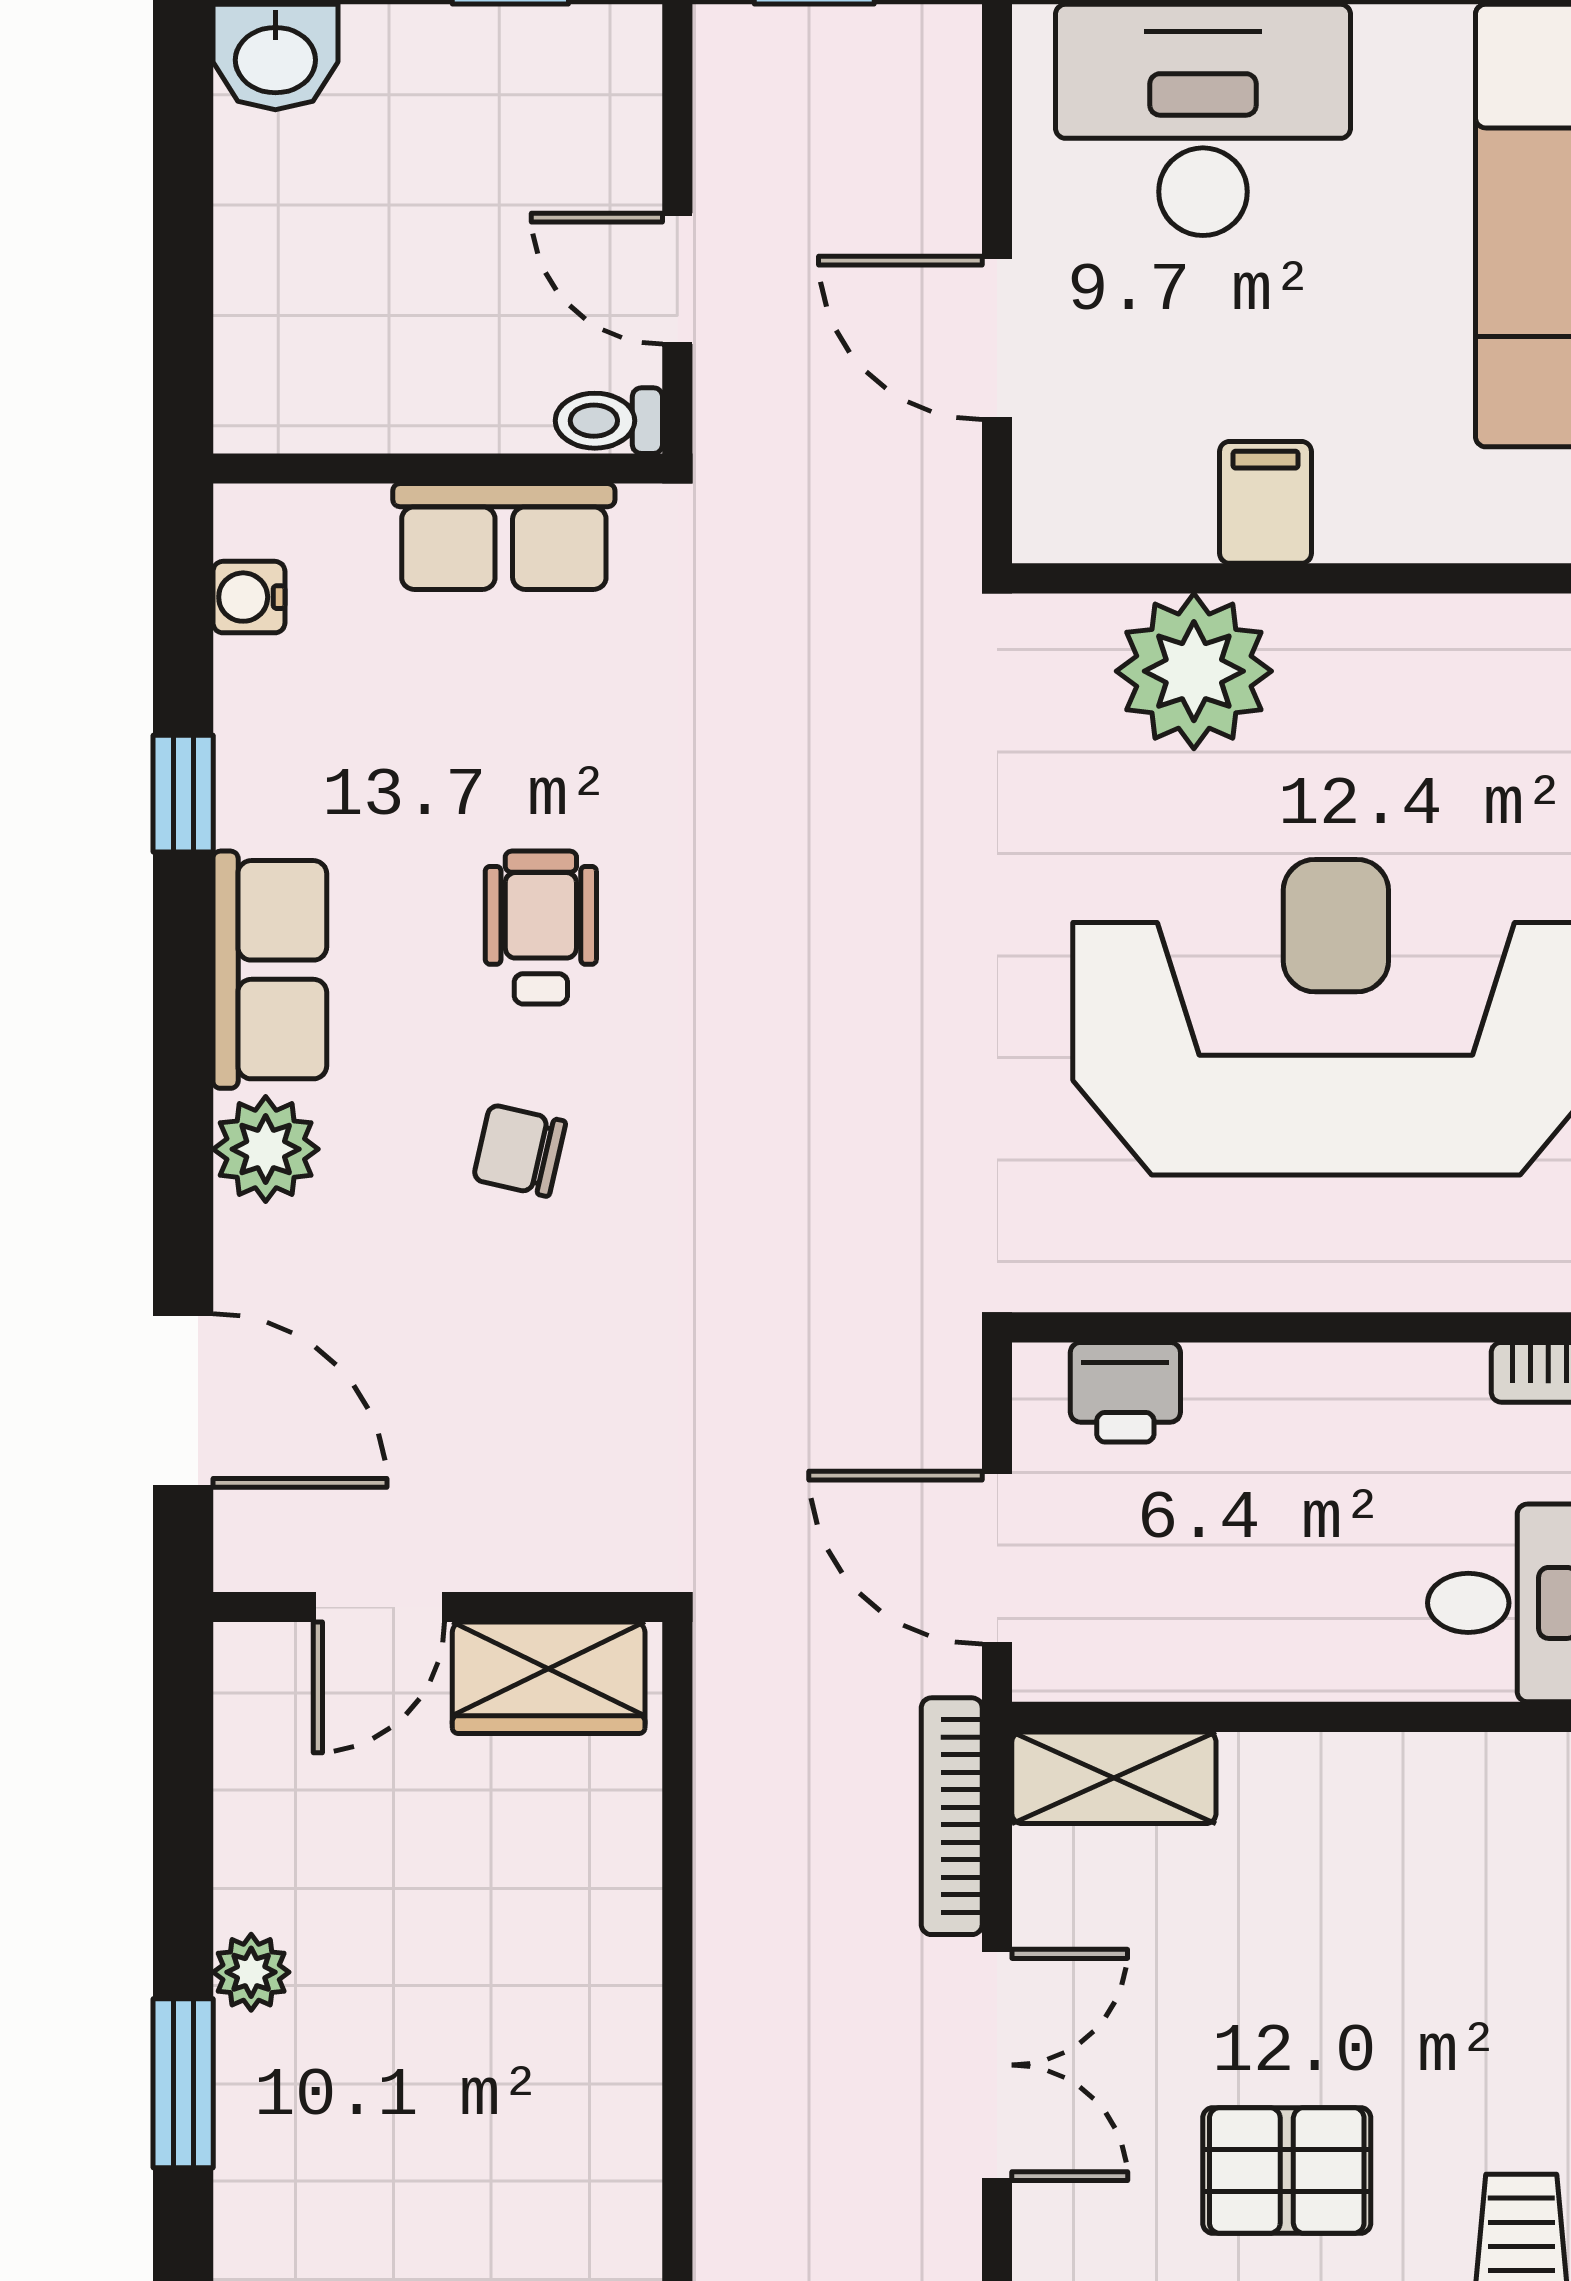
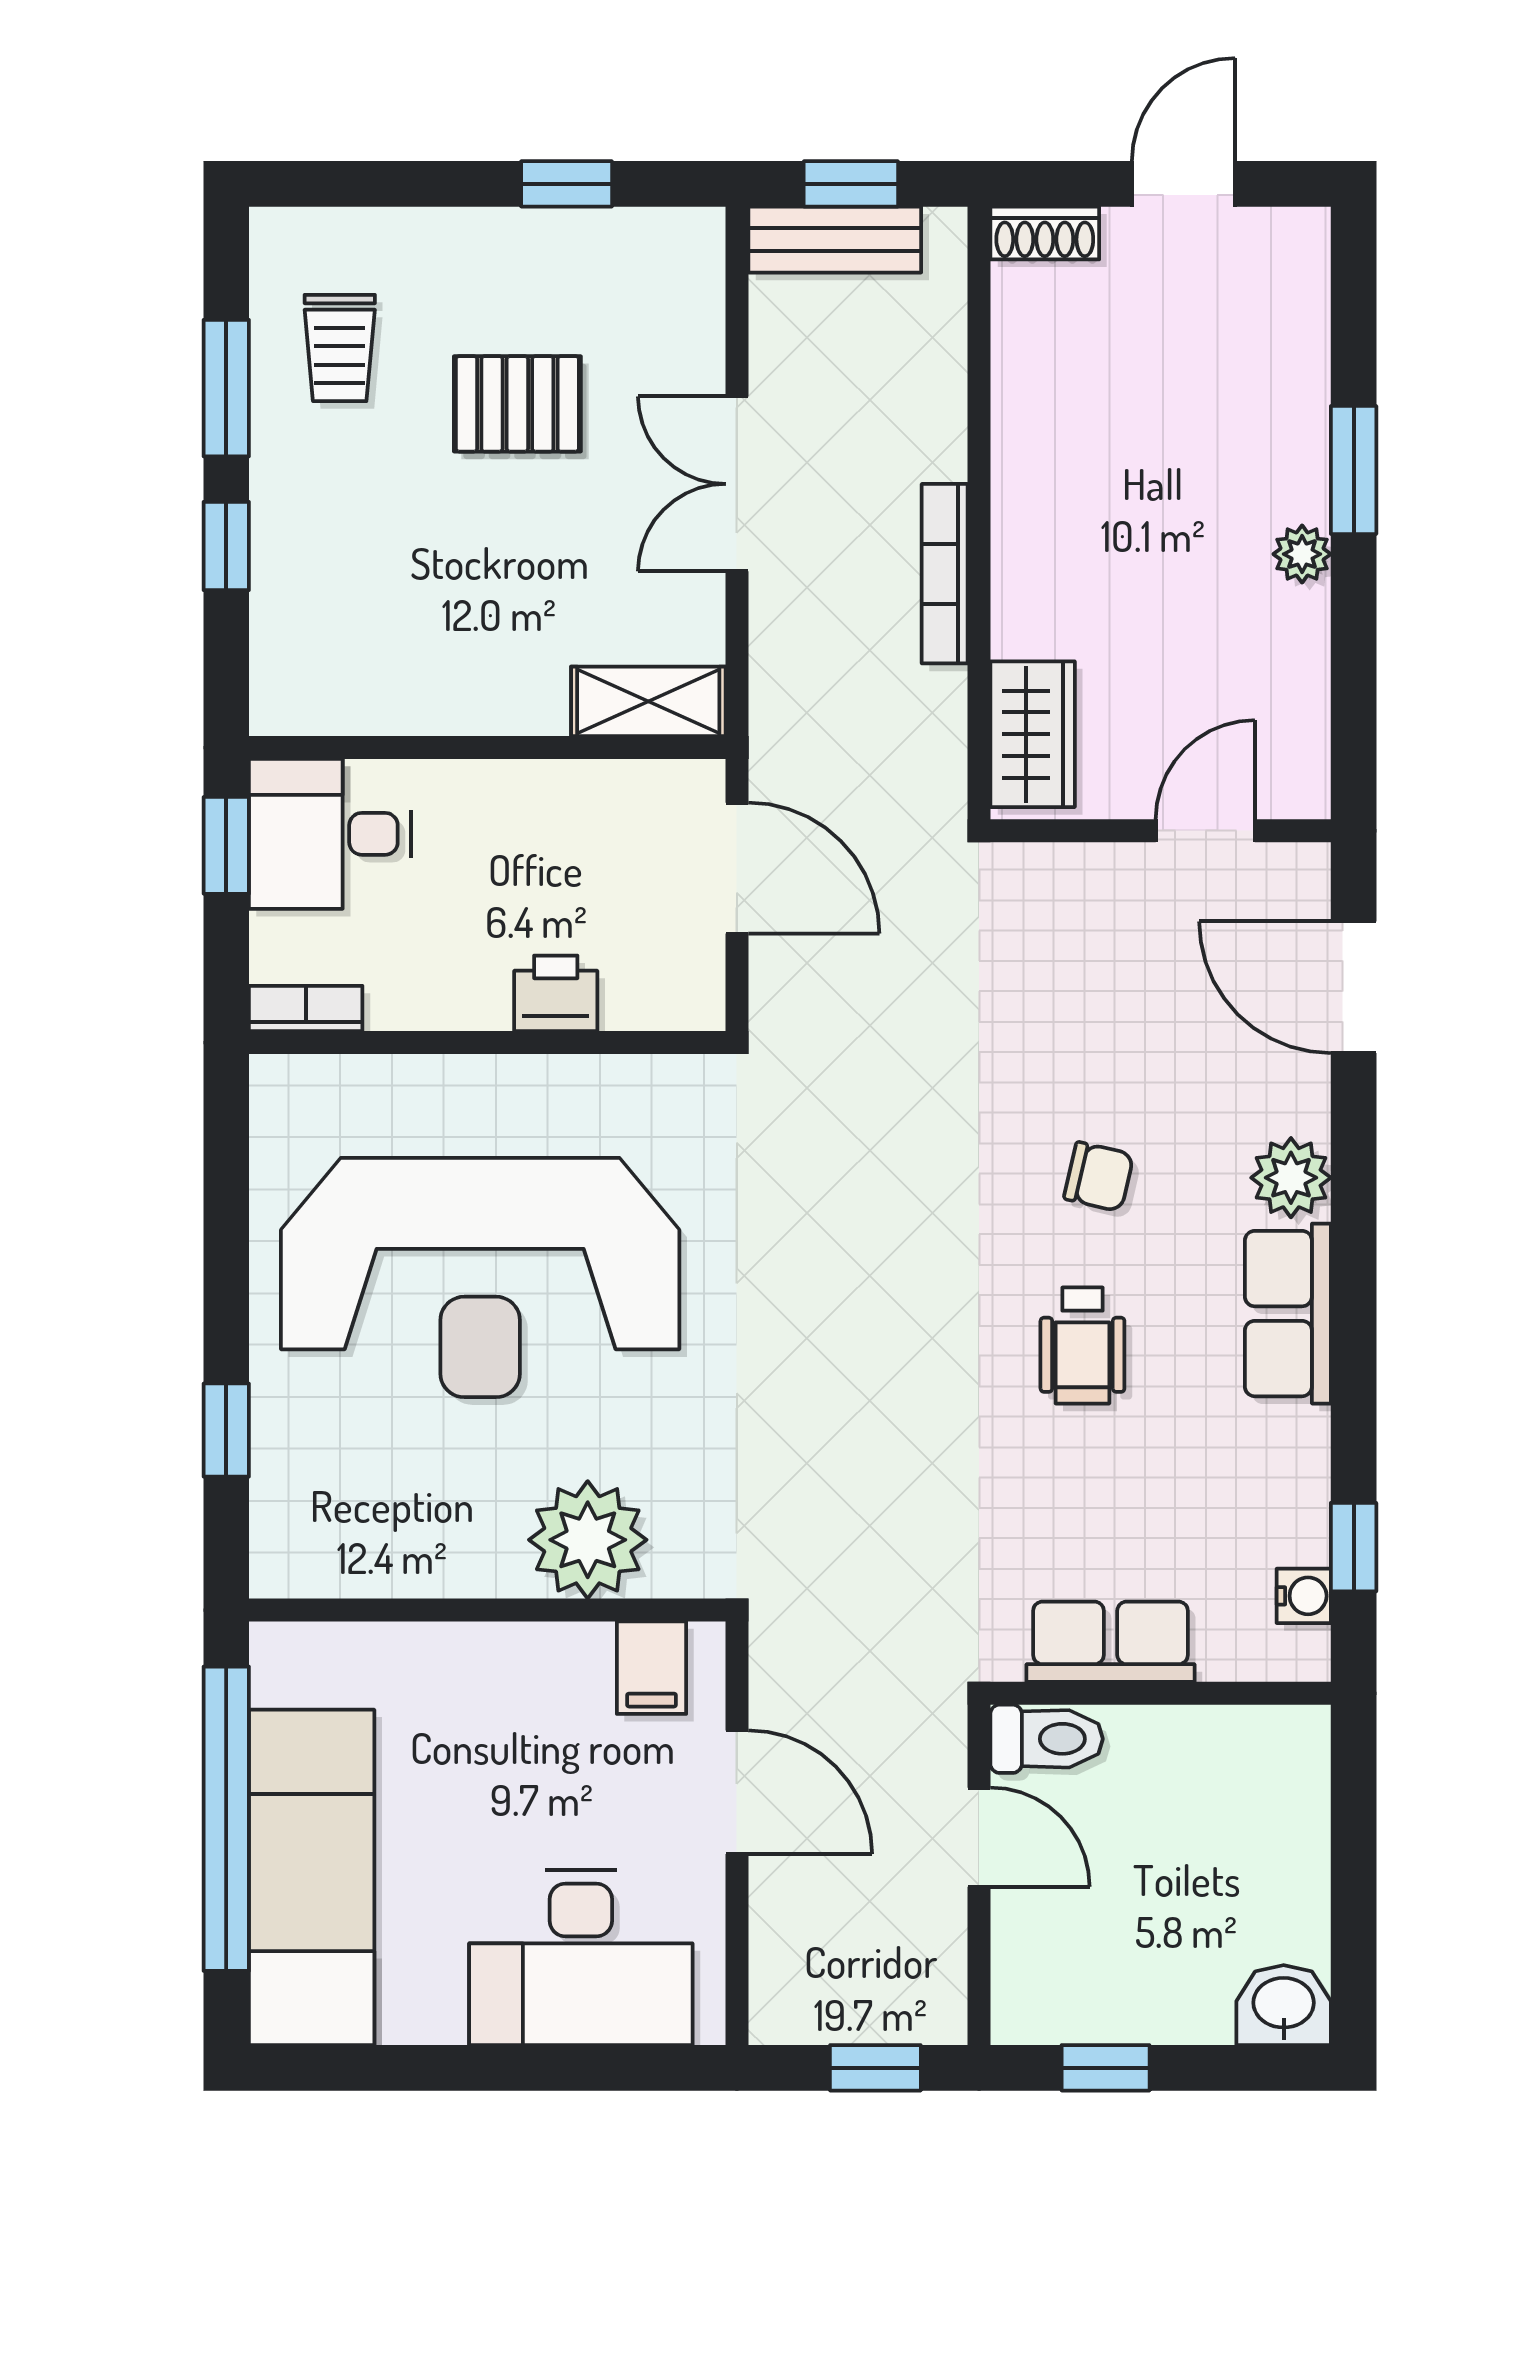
toilet: (609, 421) -> (1047, 1739), width x1.37, depth x1.39
filing cabinet: (1265, 502) -> (651, 1668), moved
window: (183, 794) -> (1354, 1547), moved
printer: (1125, 1392) -> (556, 993), moved
wardrobe: (549, 1678) -> (1033, 734), moved, turned 90
bookcase: (952, 1816) -> (945, 574), moved, turned 180

